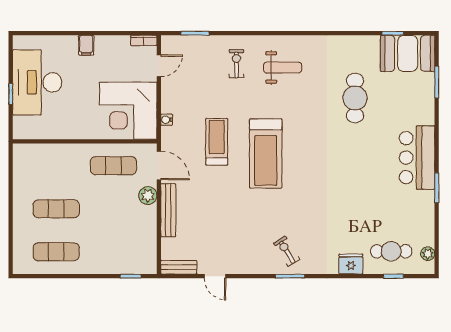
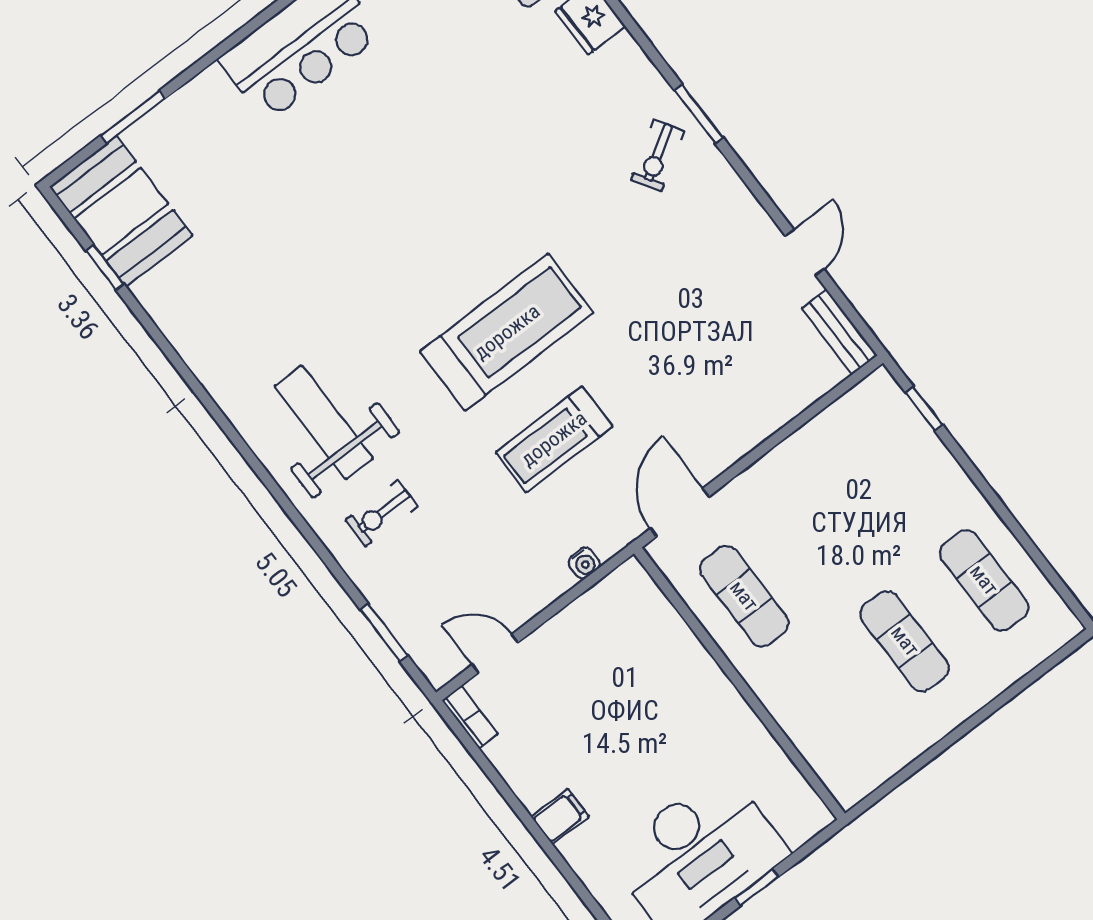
weight bench: (283, 68) -> (324, 422), width x1.36, depth x1.33
cafe table: (355, 98) -> (278, 246), removed
corner desk: (128, 111) -> (622, 647), removed
plant: (148, 195) -> (751, 491), removed
bench: (168, 210) -> (749, 432), removed

